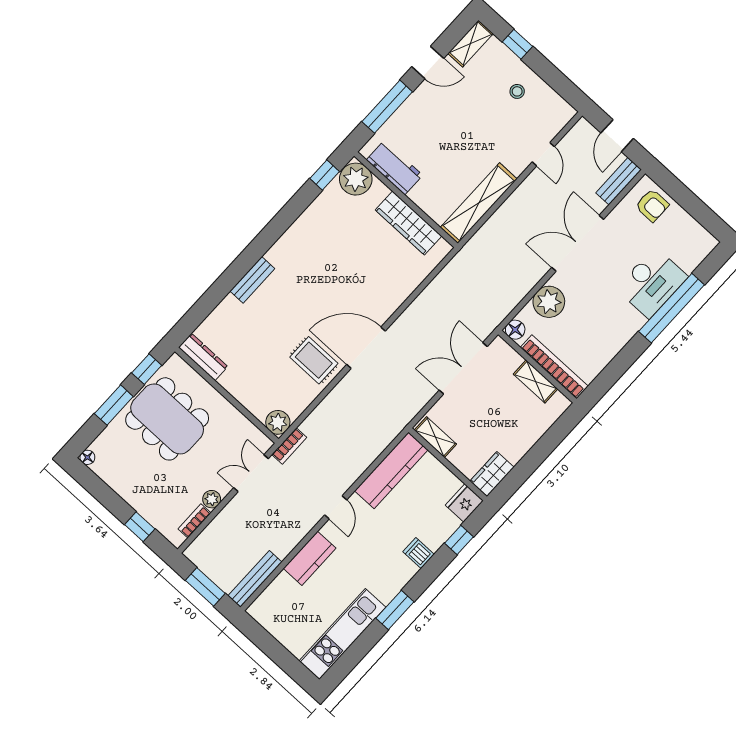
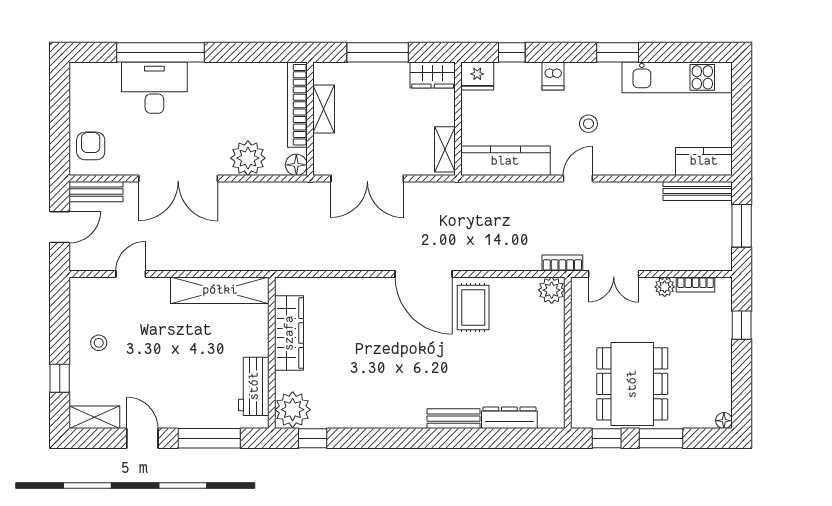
dresser: (203, 357) -> (509, 418), moved, turned 90
window: (540, 451) -> (378, 52), added
stool: (365, 548) -> (588, 124), added
kitchen counter: (310, 558) -> (704, 161), moved

